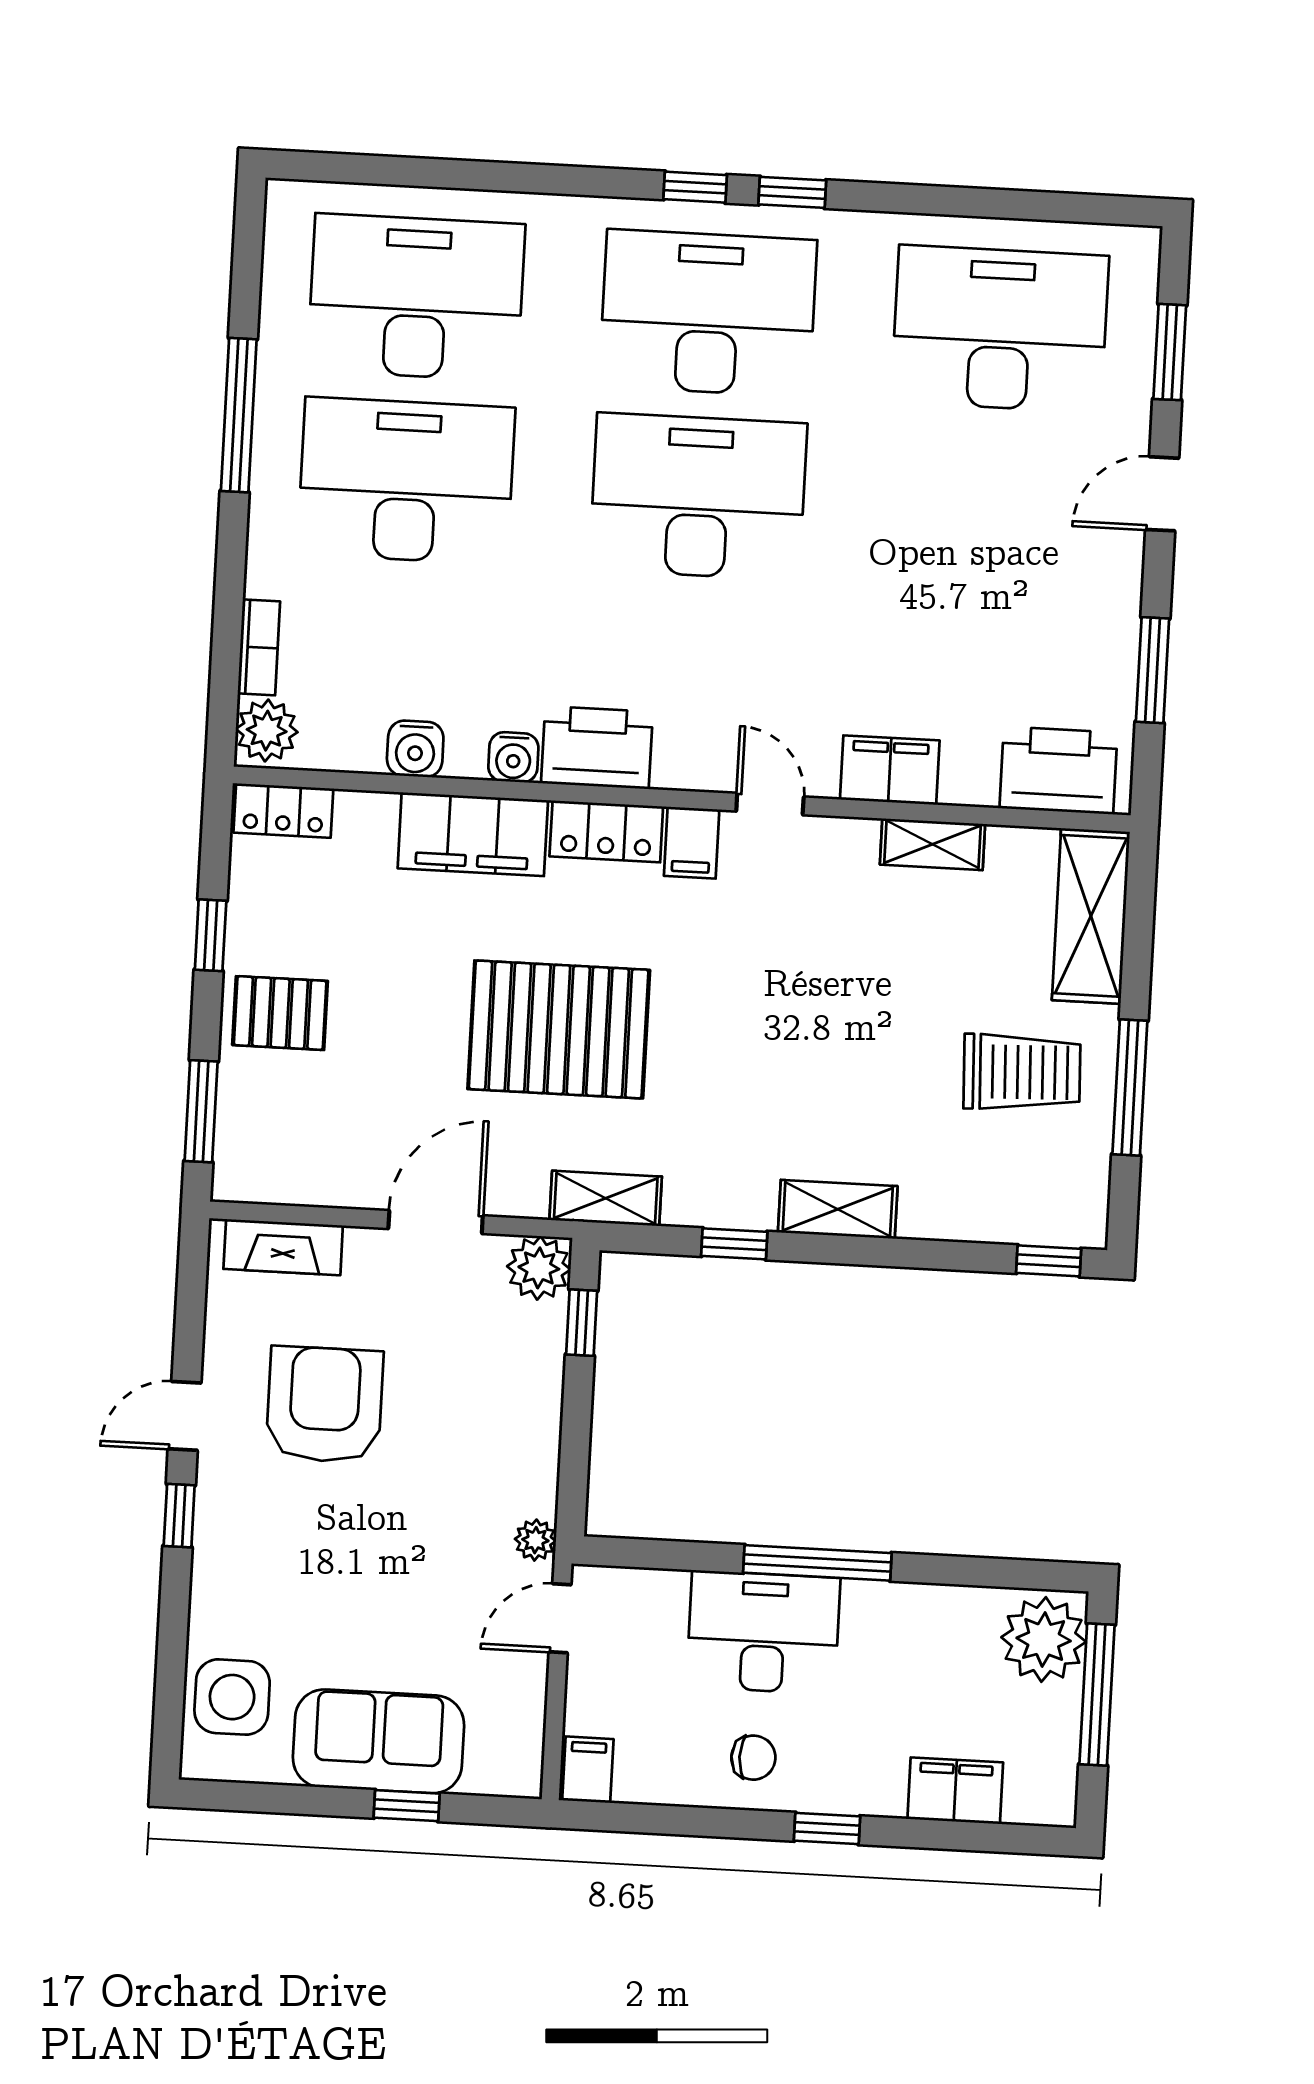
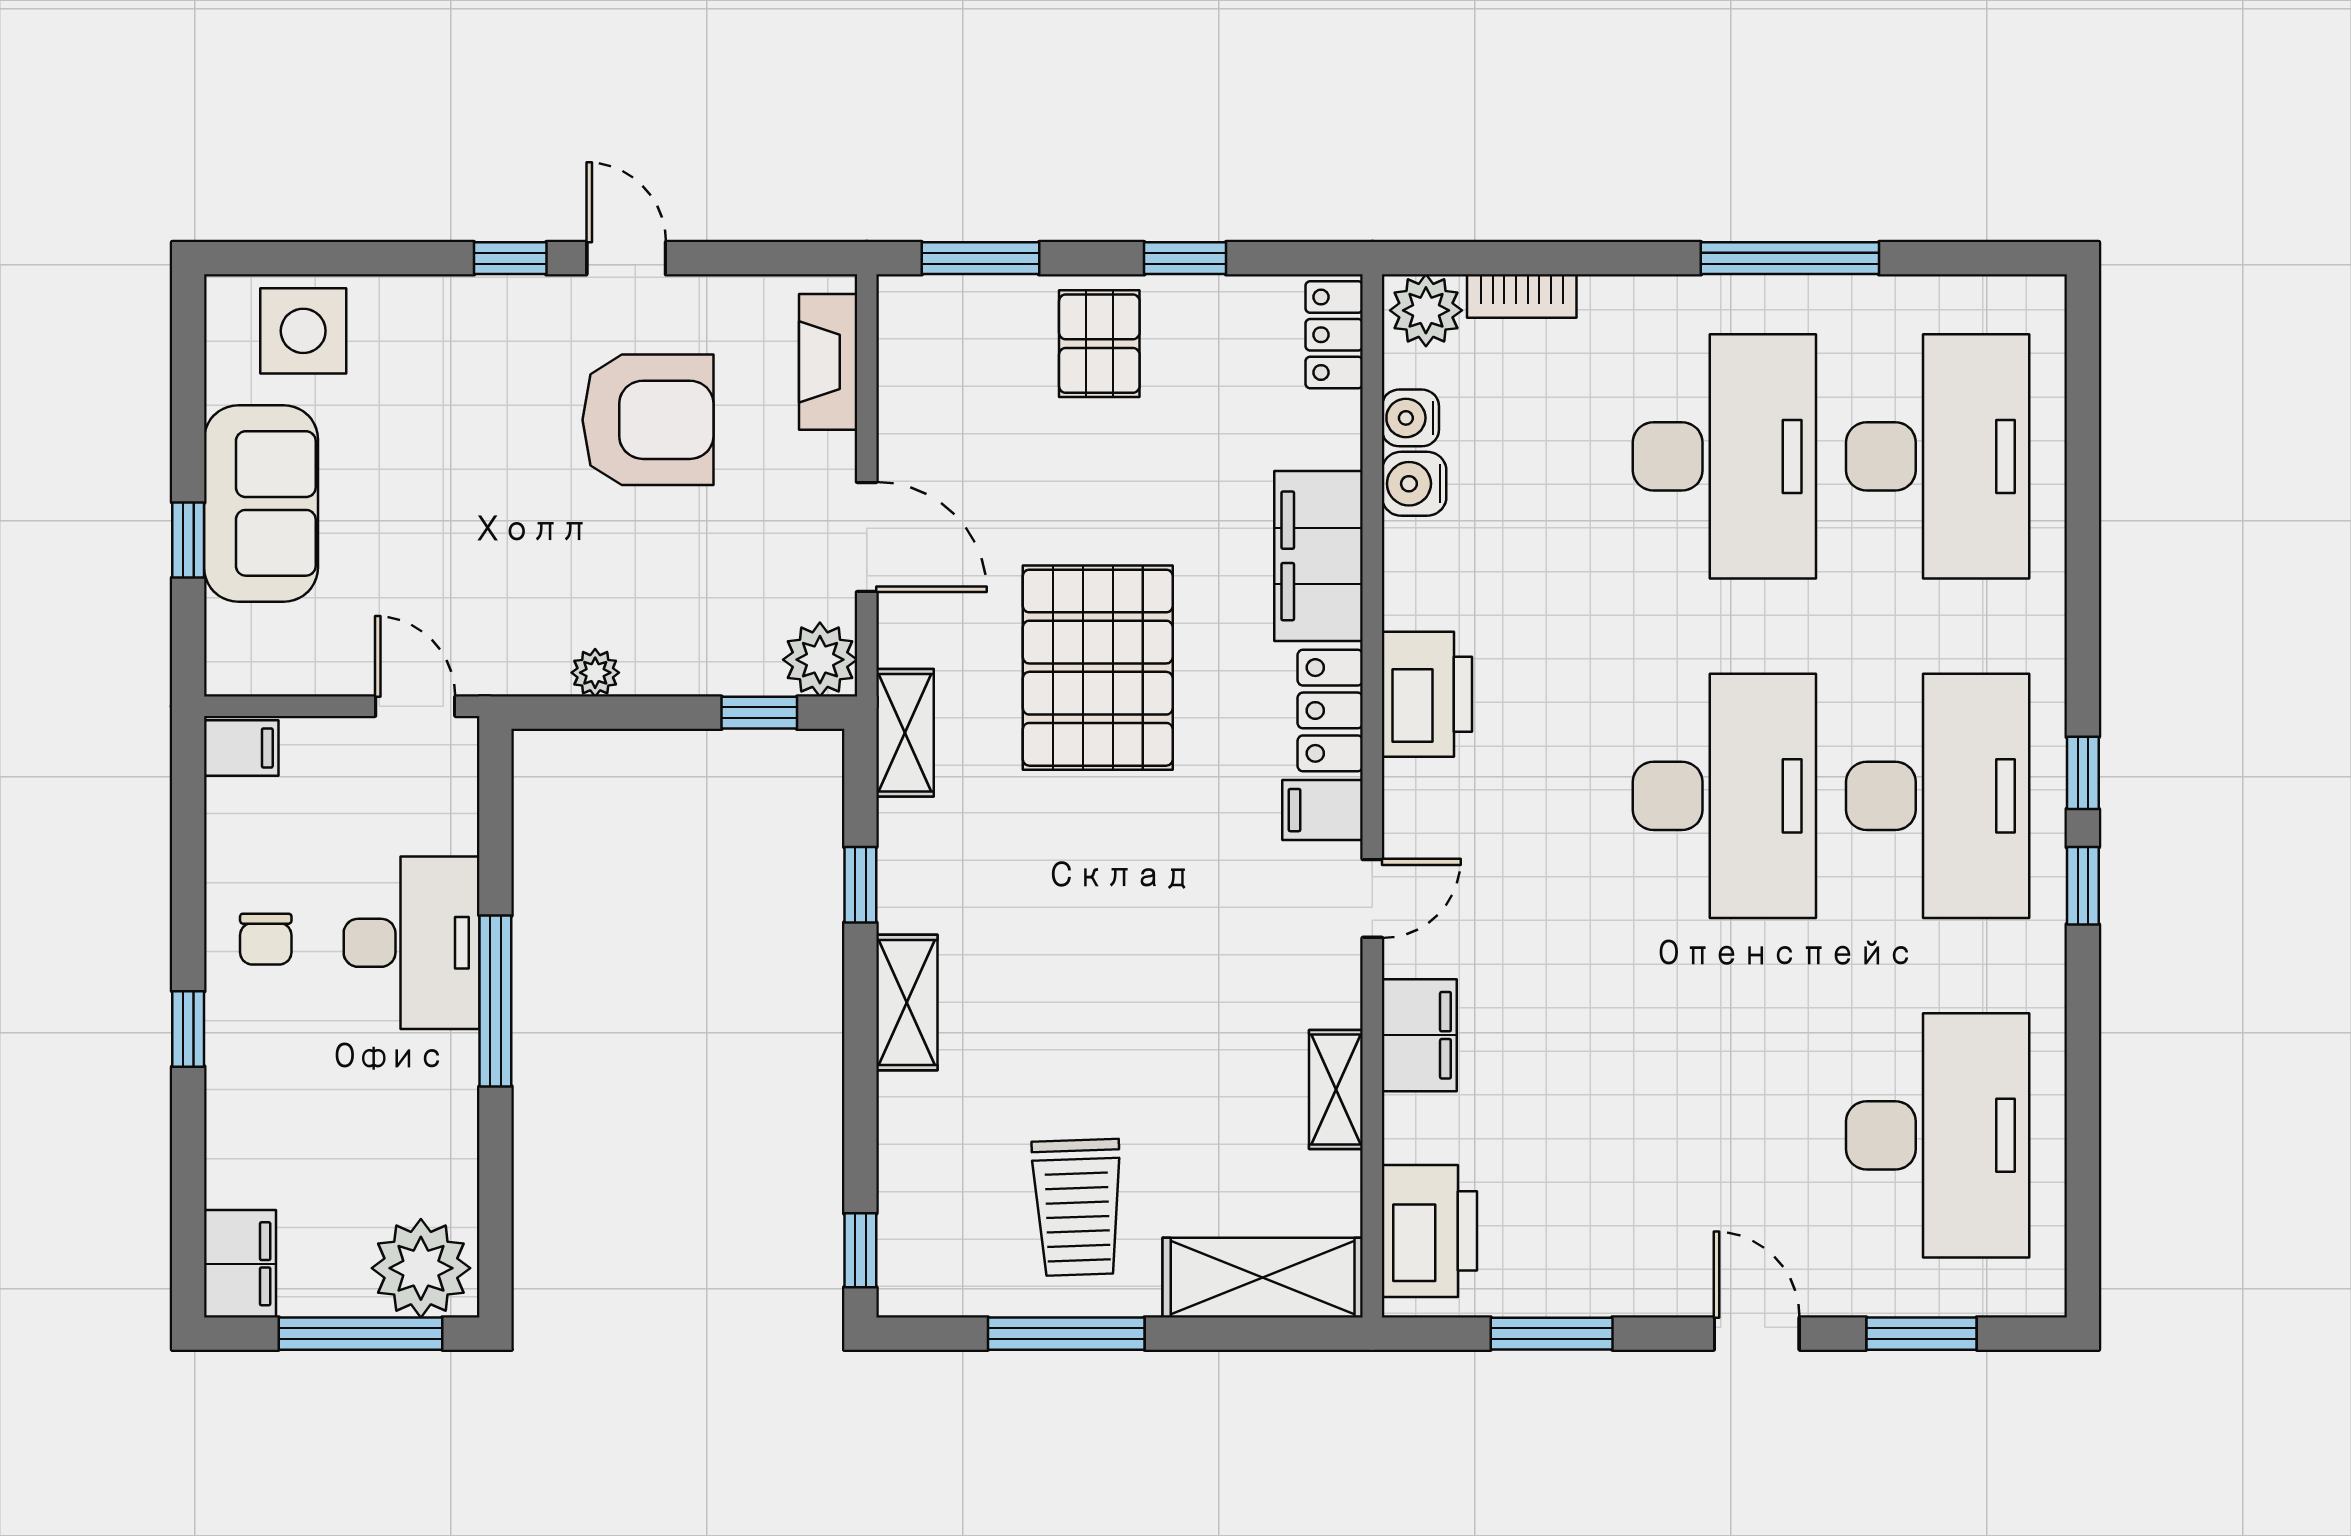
water cooler: (513, 757) -> (1410, 418), moved
plant: (535, 1540) -> (595, 673), moved
filing cabinet: (955, 1791) -> (240, 1264), moved

